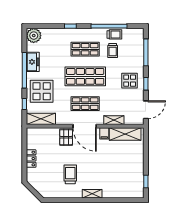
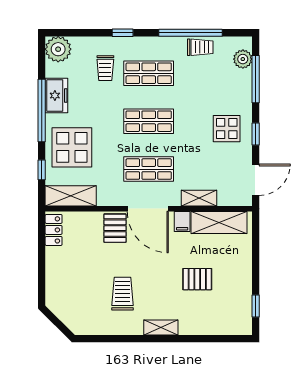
plant: (139, 41) -> (243, 59), added
trolley: (113, 51) -> (105, 68), moved
shop shelf: (85, 76) -> (149, 121), width x0.70, depth x0.74
locker: (31, 159) -> (54, 230), moved
pallet: (113, 166) -> (197, 279), added

